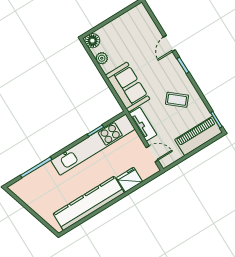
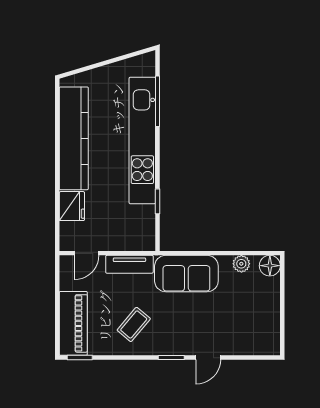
door: (169, 43) -> (208, 358), swing flipped
kitchen unit: (93, 145) -> (142, 140), moved

